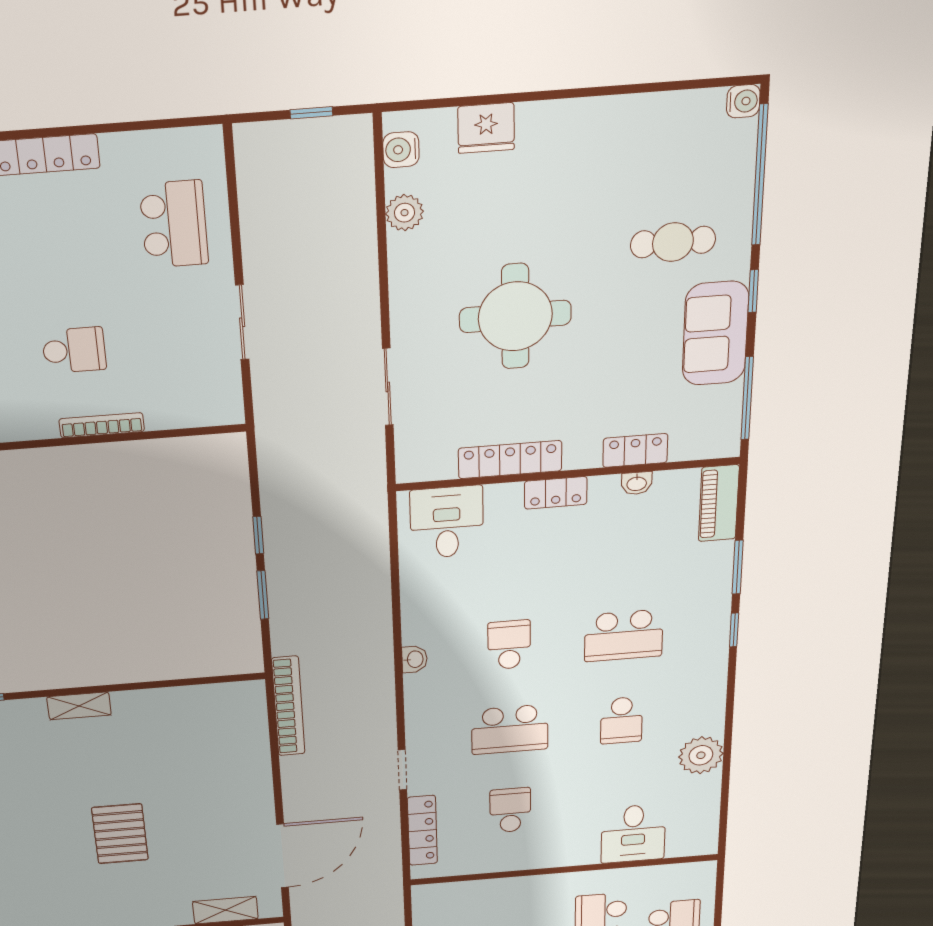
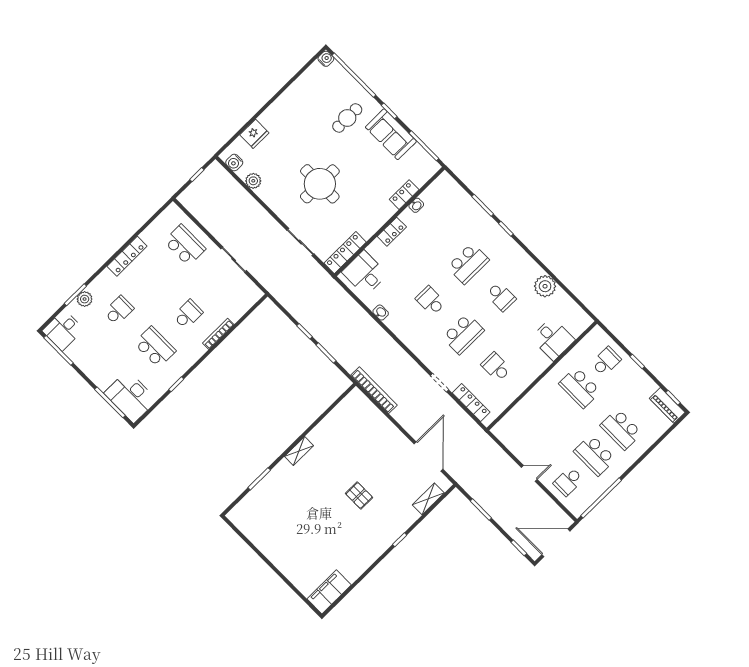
locker: (510, 460) -> (345, 253), moved
piano: (719, 503) -> (452, 189), removed
washbasin: (414, 659) -> (381, 313), moved
pallet: (120, 834) -> (359, 495), width x0.67, depth x0.71

